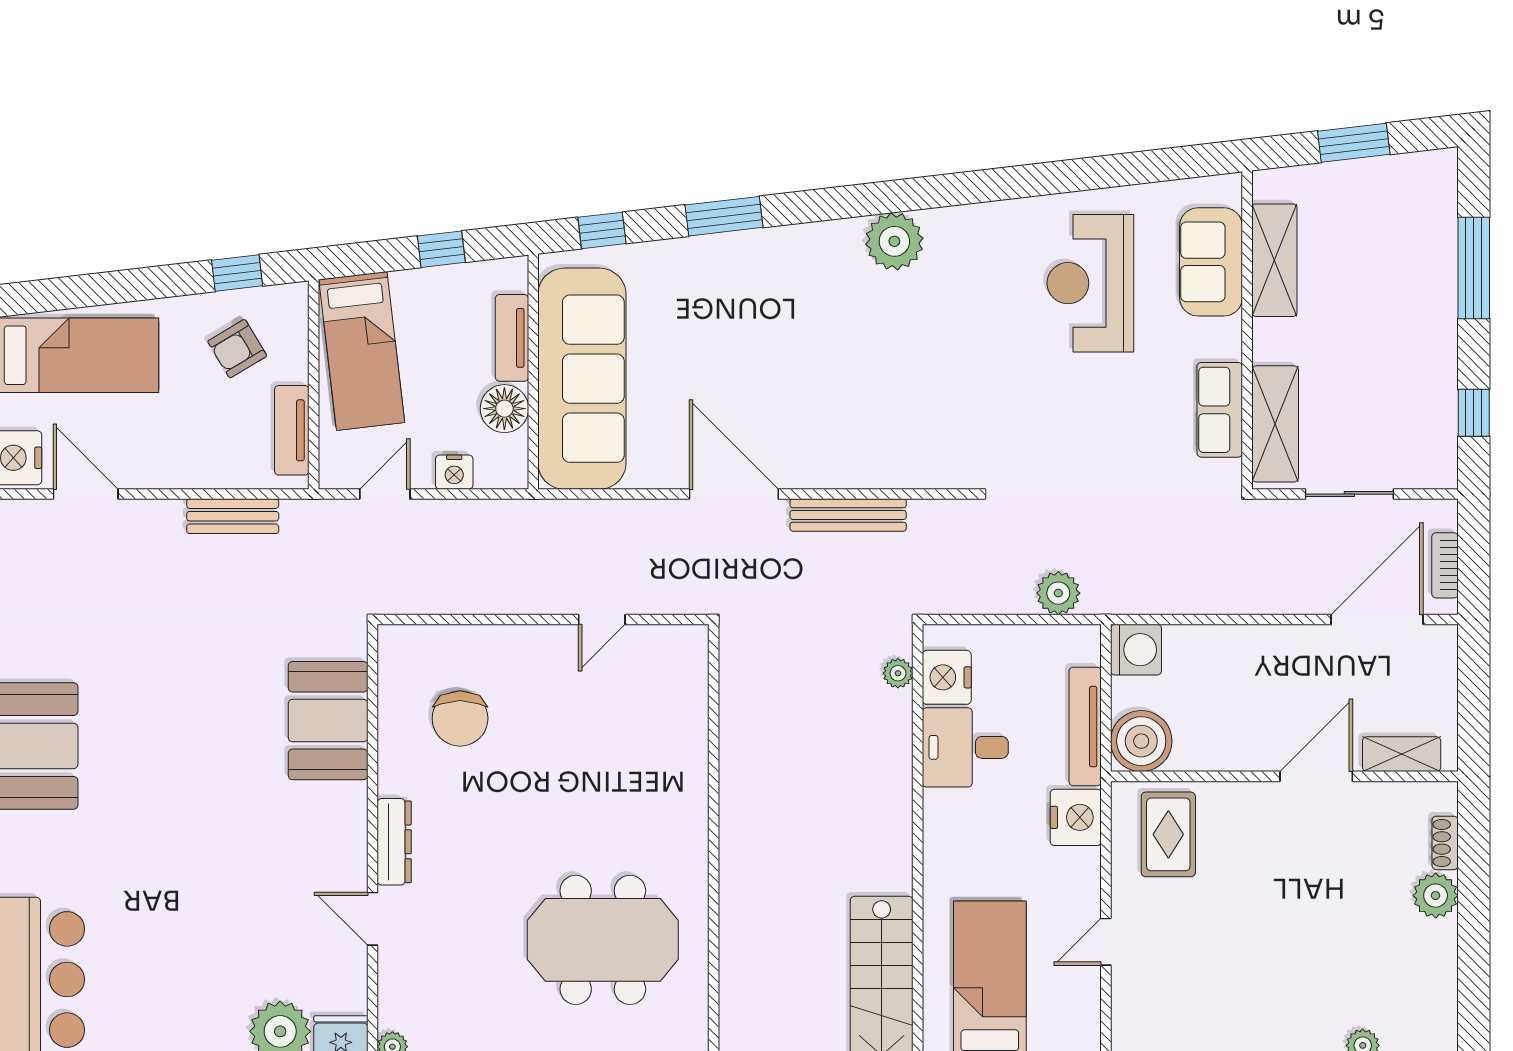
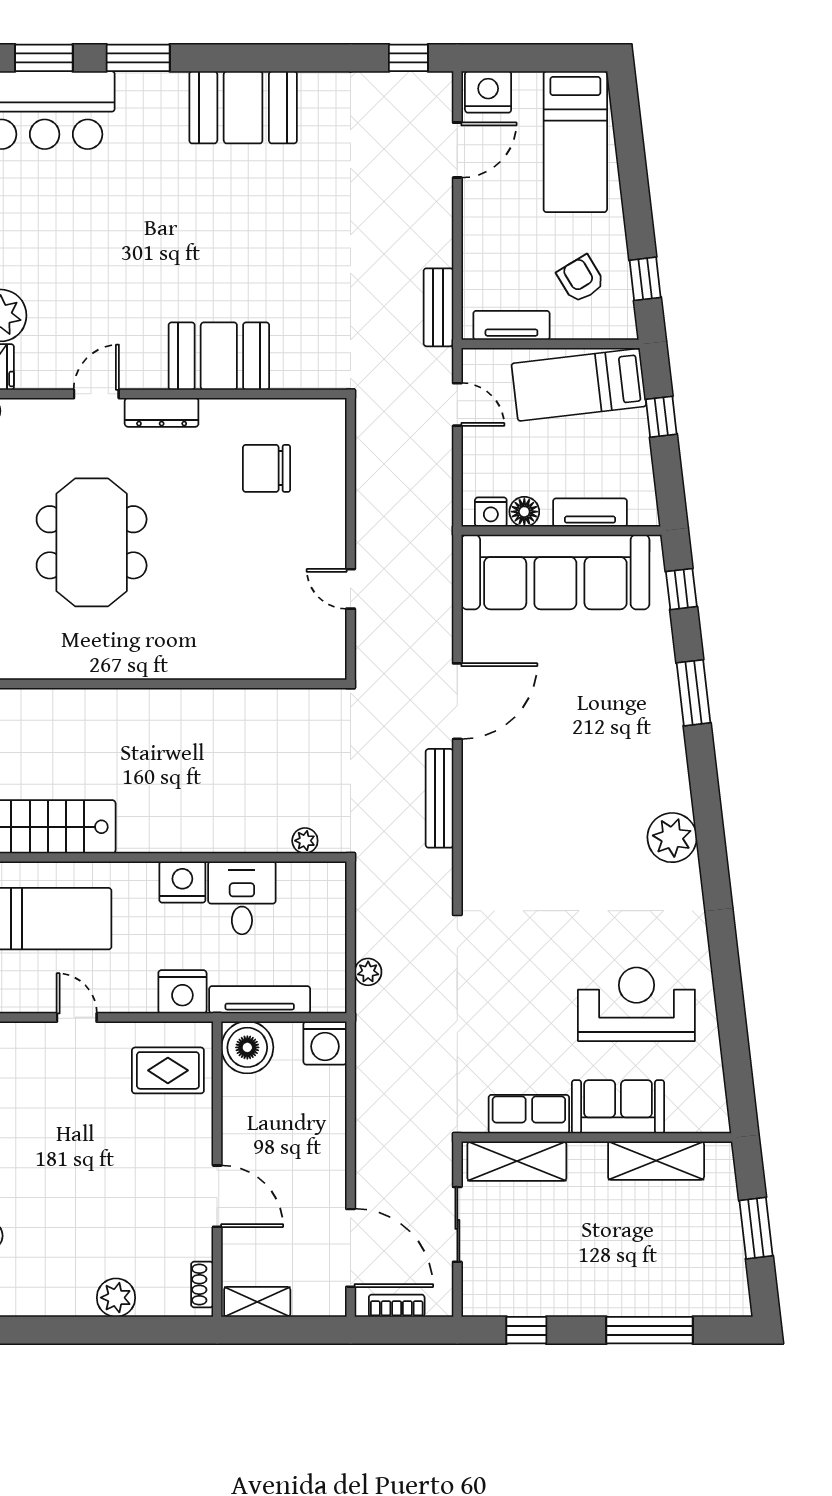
window: (441, 249) -> (661, 417), moved
sofa: (1211, 262) -> (618, 1107), moved
floor lamp: (504, 409) -> (524, 512), width x0.73, depth x0.73
nightstand: (454, 472) -> (491, 512), moved, turned -90
bench: (233, 516) -> (438, 307), moved
plant: (1058, 593) -> (368, 972), width x0.73, depth x0.73
nightstand: (947, 677) -> (182, 882), moved
booth: (328, 721) -> (219, 356), moved
shelving: (1402, 754) -> (257, 1302), moved, turned 90
shoe rack: (1445, 843) -> (202, 1285), moved, turned -90
meeting table: (603, 940) -> (92, 542), moved

